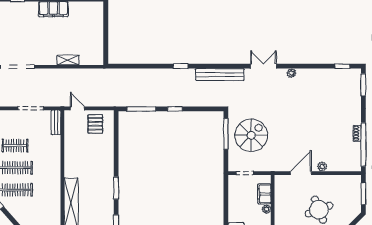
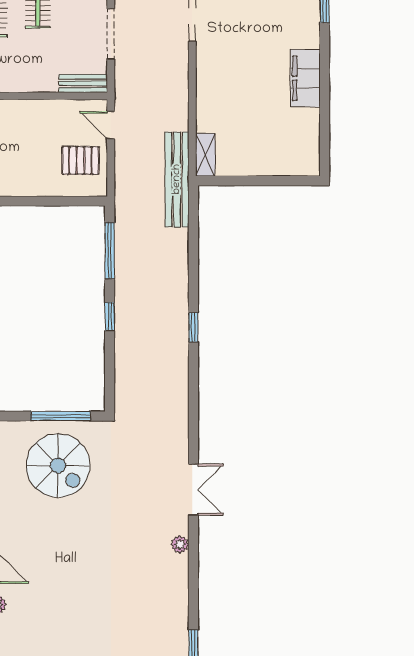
shelving: (68, 60) -> (205, 155), moved
bench: (220, 75) -> (177, 179), moved
door: (77, 108) -> (111, 125), swing flipped

